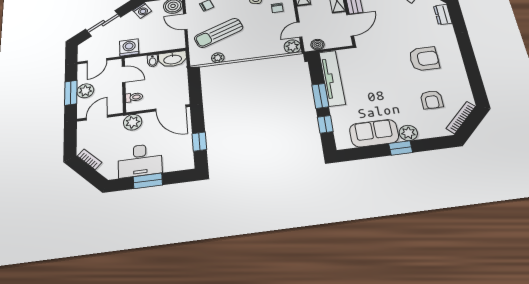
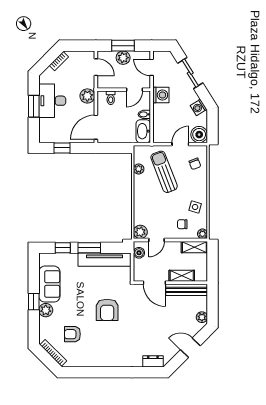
door: (299, 30) -> (156, 240), swing flipped
armchair: (424, 59) -> (107, 310), moved

